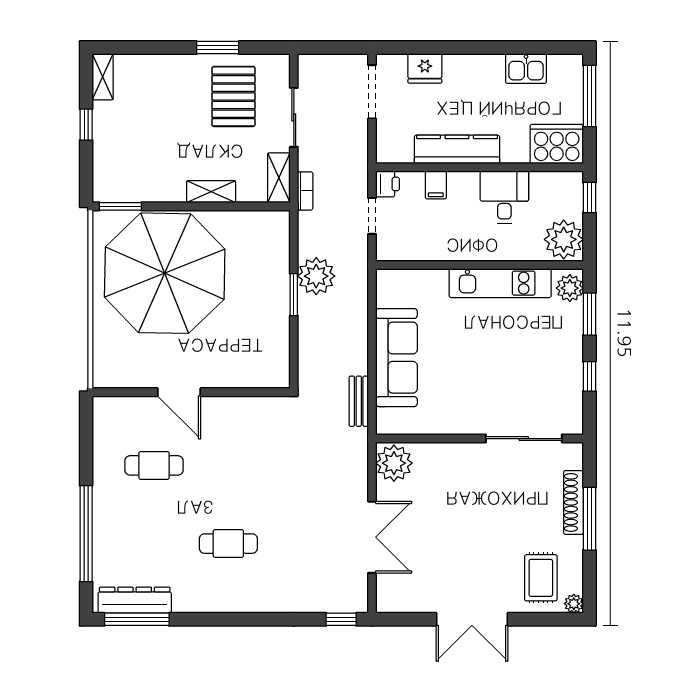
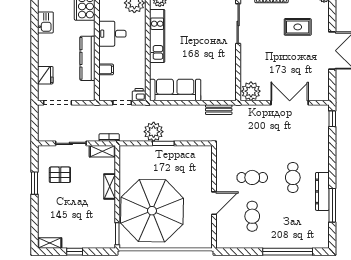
pallet: (233, 96) -> (60, 175), width x0.67, depth x0.71
printer: (387, 184) -> (139, 95), moved
sofa: (396, 358) -> (175, 90), moved
cafe table: (228, 465) -> (252, 177), added
rug: (541, 578) -> (298, 27), moved
dresser: (135, 600) -> (322, 191), moved
window: (137, 619) -> (332, 205), moved

